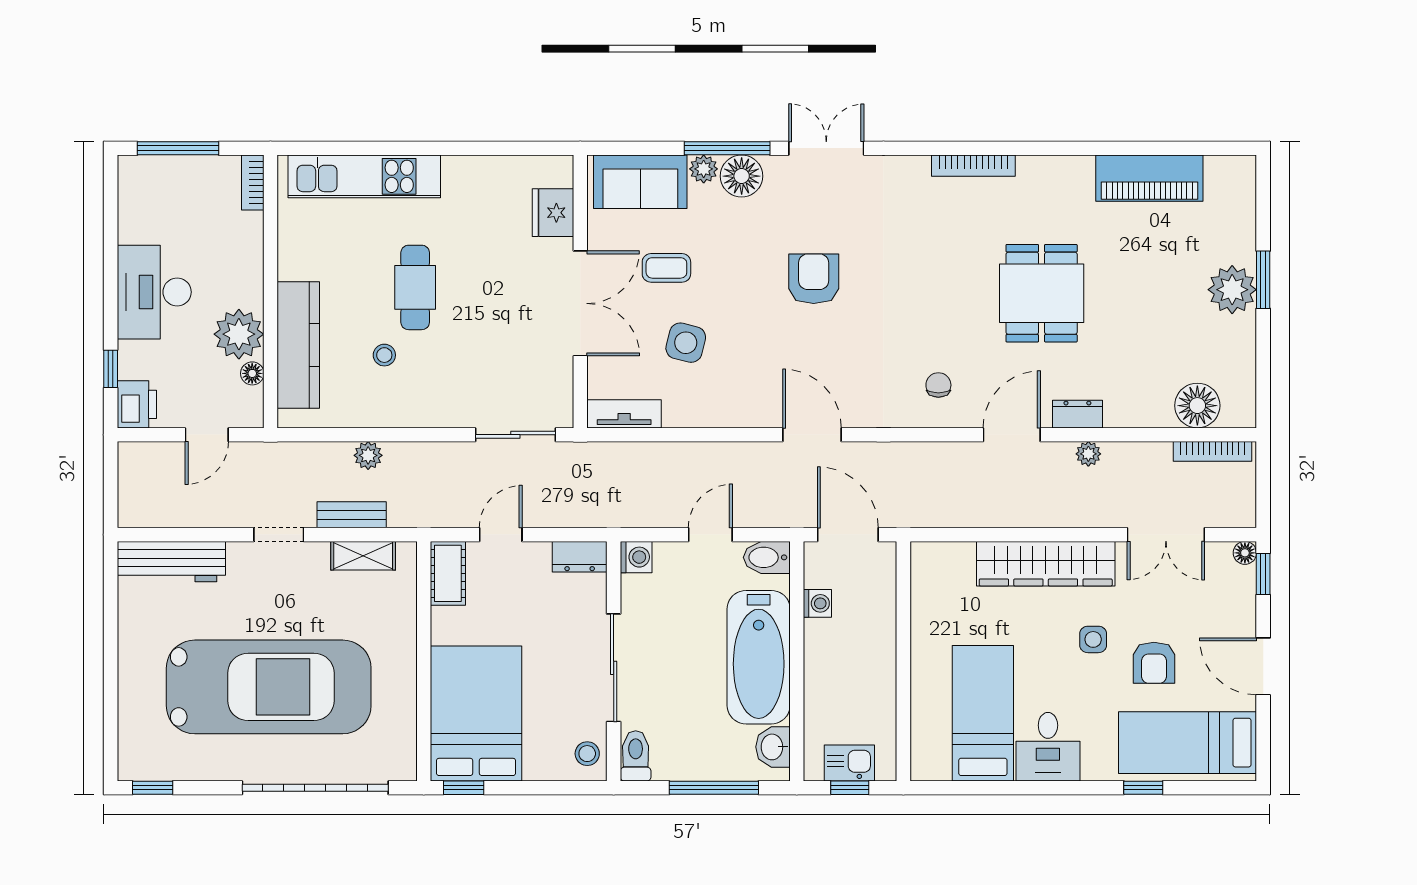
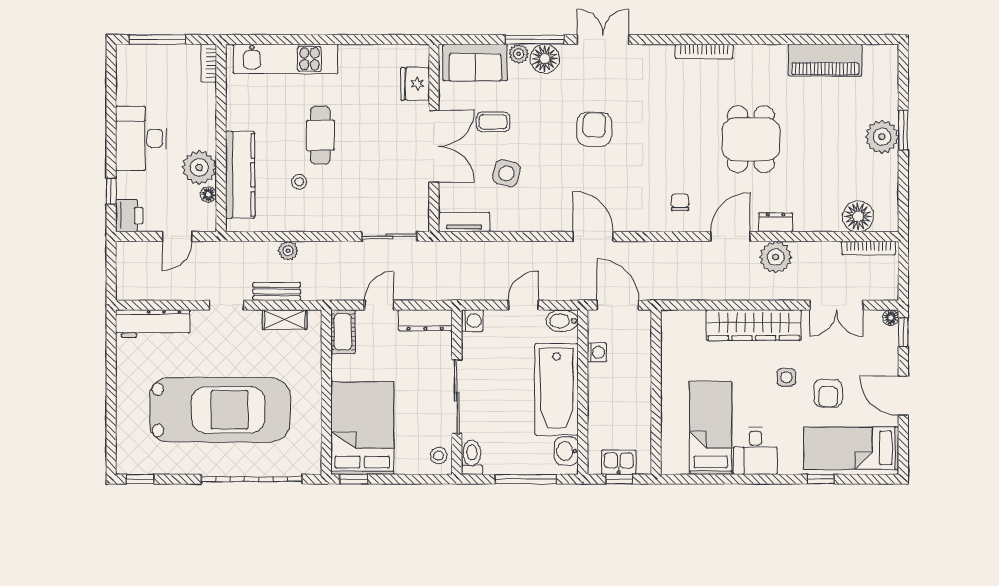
plant: (1088, 454) -> (776, 257), width x1.88, depth x1.88
dresser: (580, 557) -> (425, 320), width x1.44

